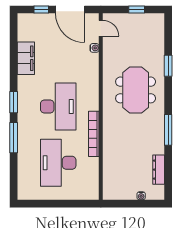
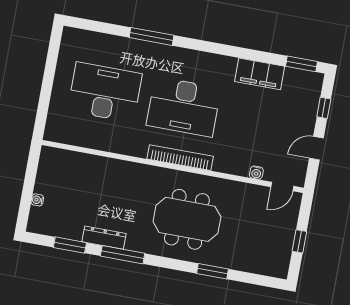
door: (70, 10) -> (316, 148), width x0.53
window: (14, 102) -> (301, 64), moved
bookcase: (94, 134) -> (180, 158), moved
window: (168, 168) -> (70, 245), added
dresser: (159, 170) -> (104, 238), moved

